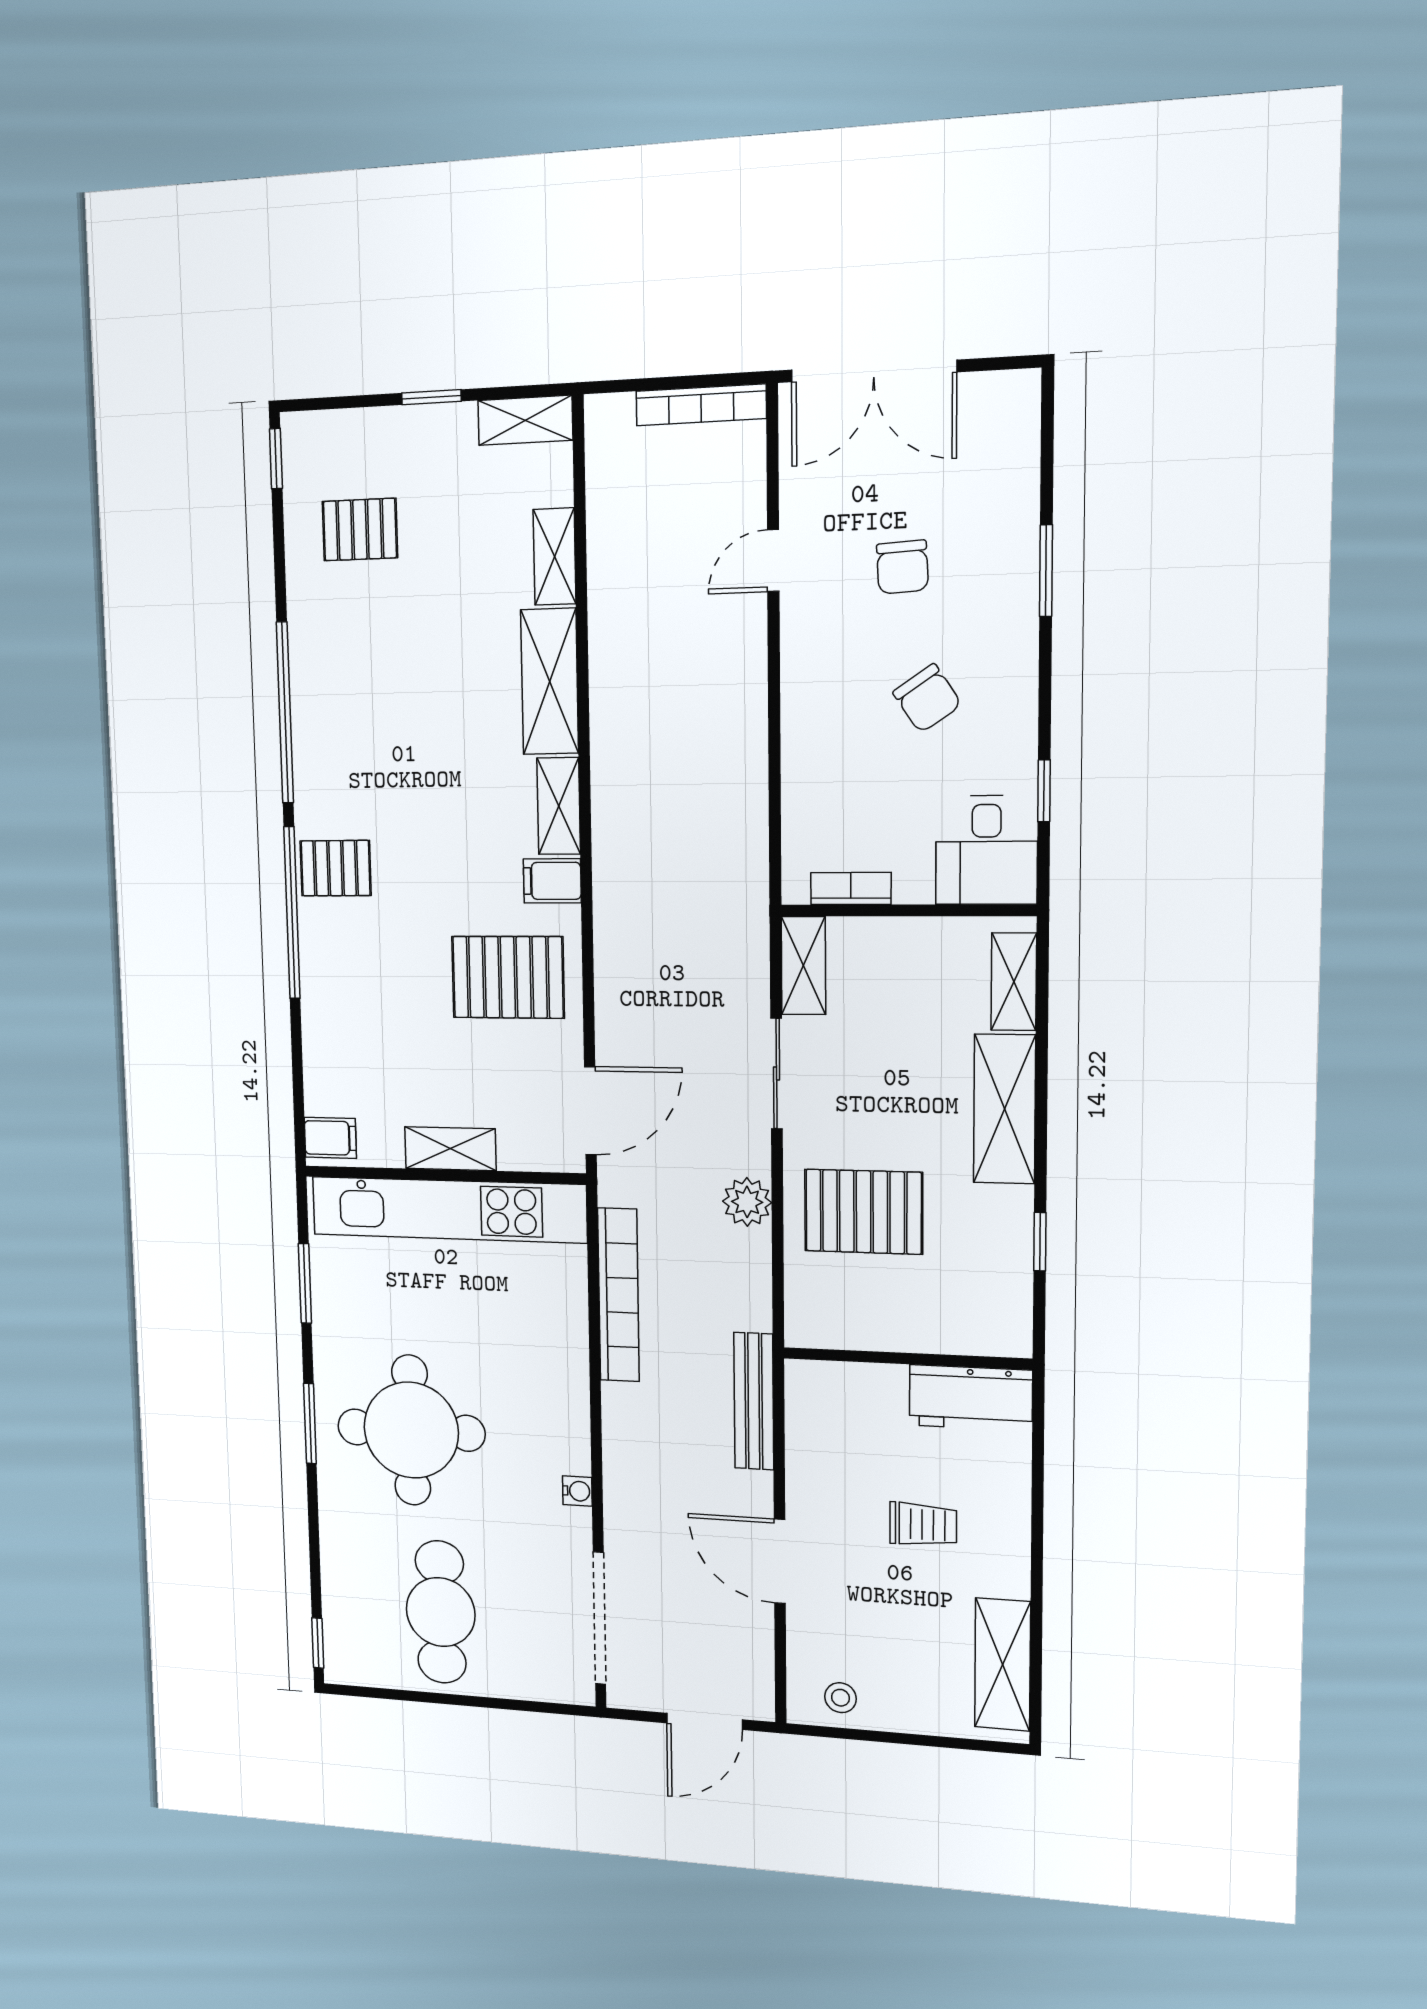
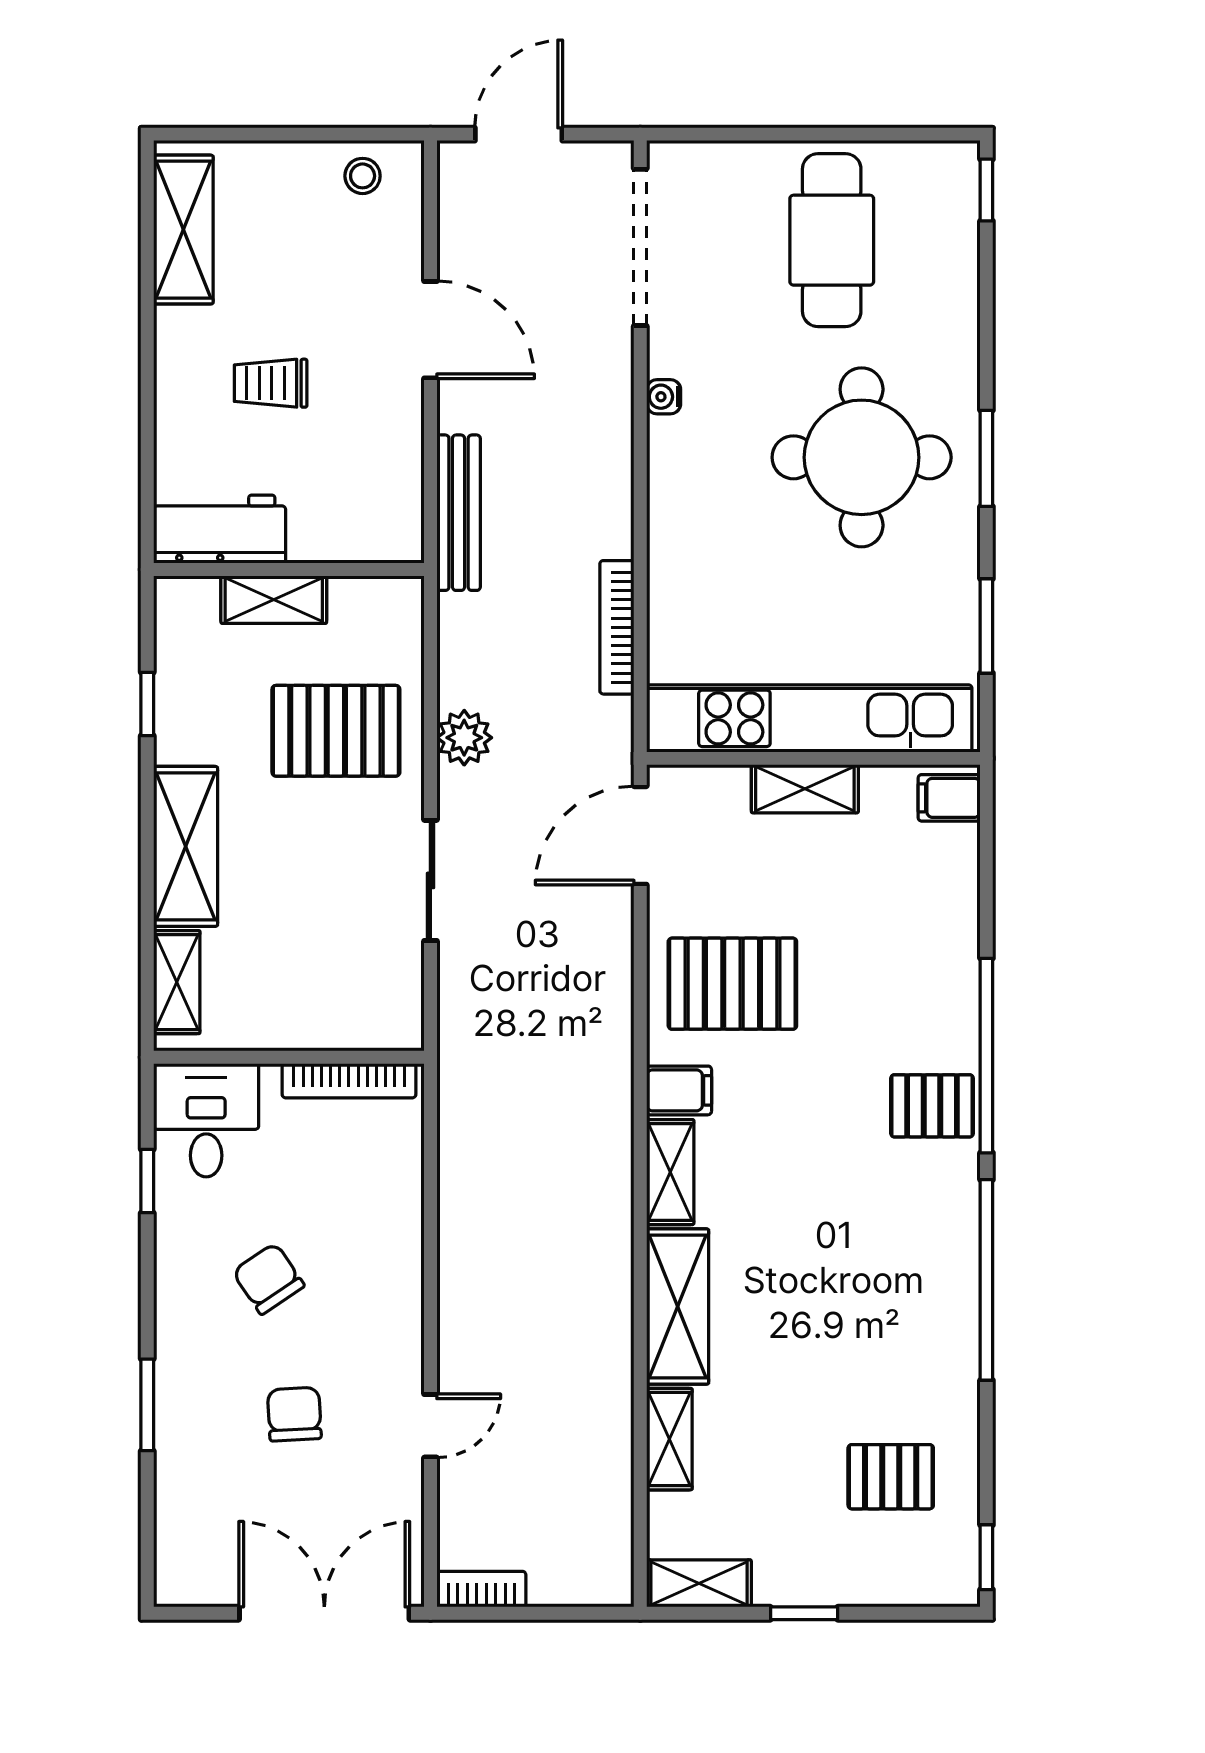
bookcase: (701, 405) -> (481, 1589), width x0.64
bookcase: (851, 889) -> (349, 1081), width x1.56
shelving: (803, 966) -> (274, 600), moved, turned 90
bookcase: (618, 1295) -> (617, 627), width x0.68, depth x0.76

